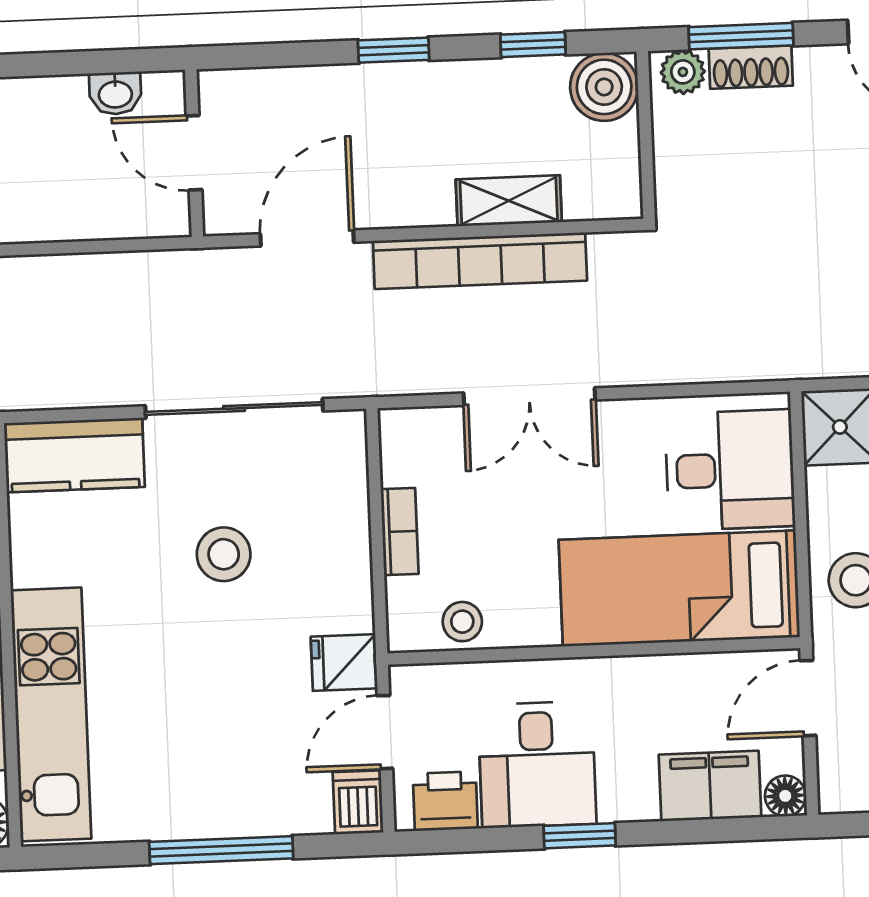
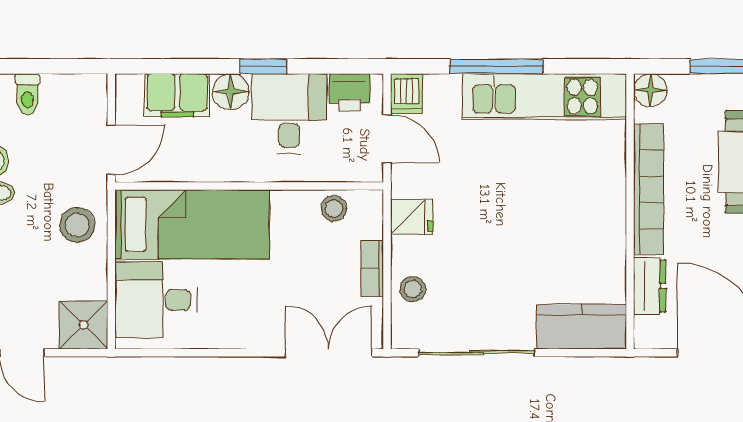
double door: (529, 397) -> (329, 353), moved
stool: (224, 554) -> (413, 289), moved, width x0.73, depth x0.73
fridge: (344, 662) -> (412, 217), moved
kitchen unit: (51, 714) -> (545, 97), moved, turned -90
door: (385, 732) -> (387, 139), hinge flipped
floor lamp: (785, 796) -> (231, 92), moved, width x1.37, depth x1.37

